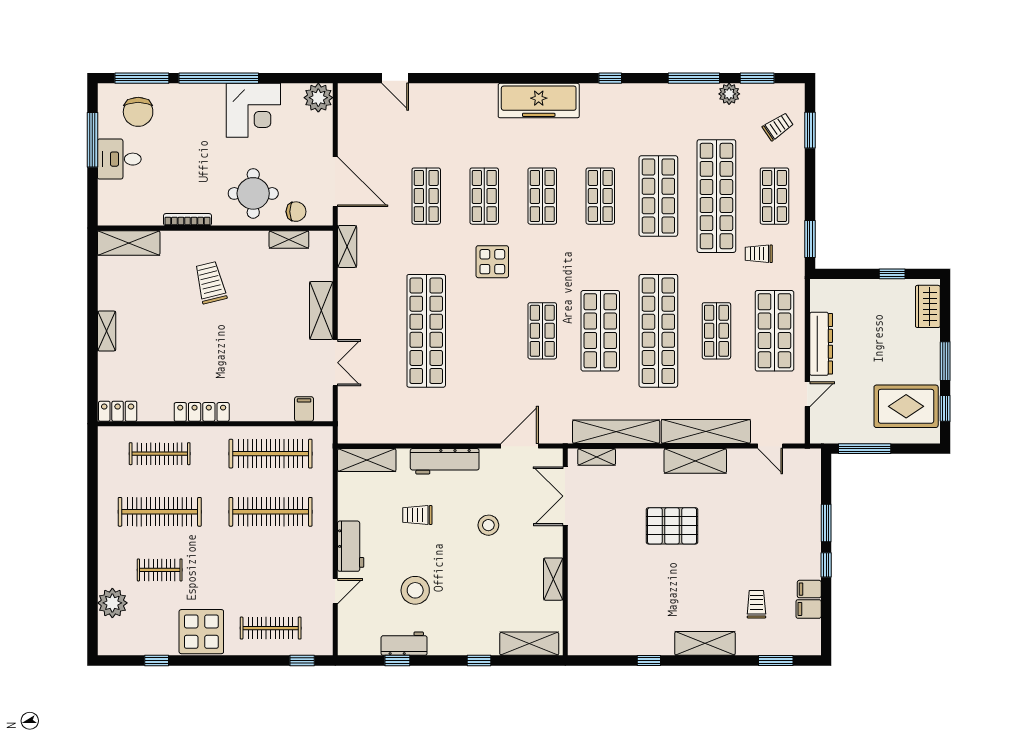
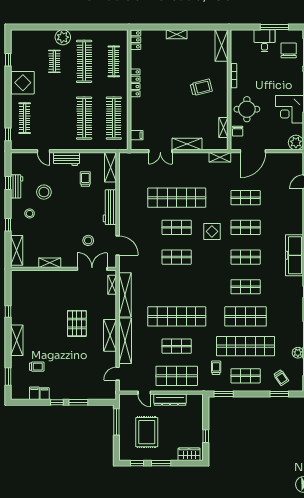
chair: (138, 112) -> (289, 50), turned 90
shop shelf: (600, 331) -> (177, 227), moved, width x0.70, depth x0.74
rug: (906, 406) -> (147, 432), moved
trolley: (417, 515) -> (85, 179), moved
stool: (488, 525) -> (88, 240), moved
plant: (112, 603) -> (63, 37), moved
stool: (457, 618) -> (30, 213), added

